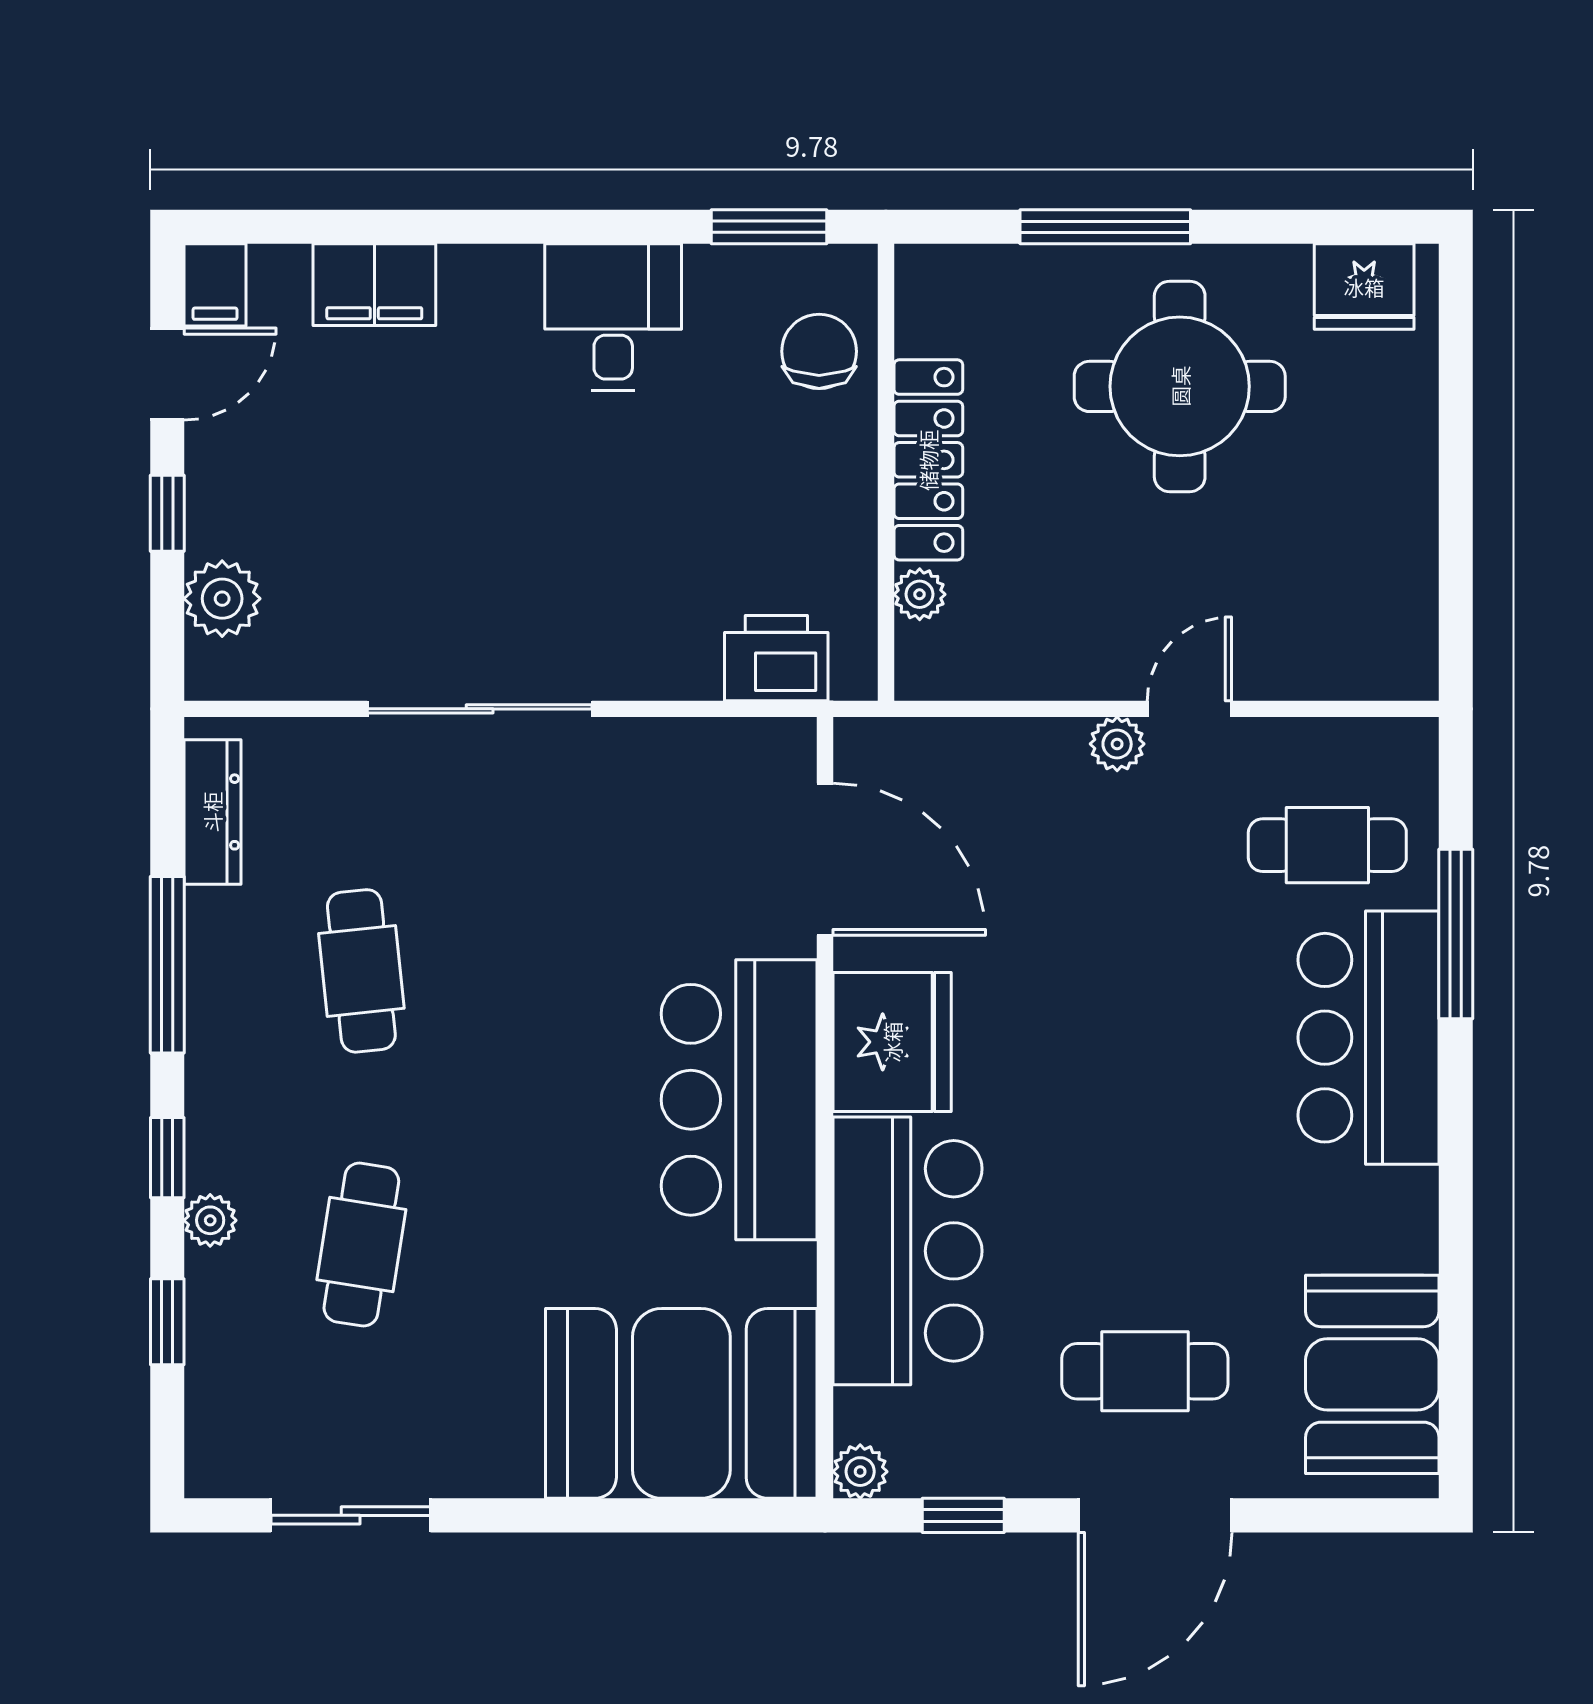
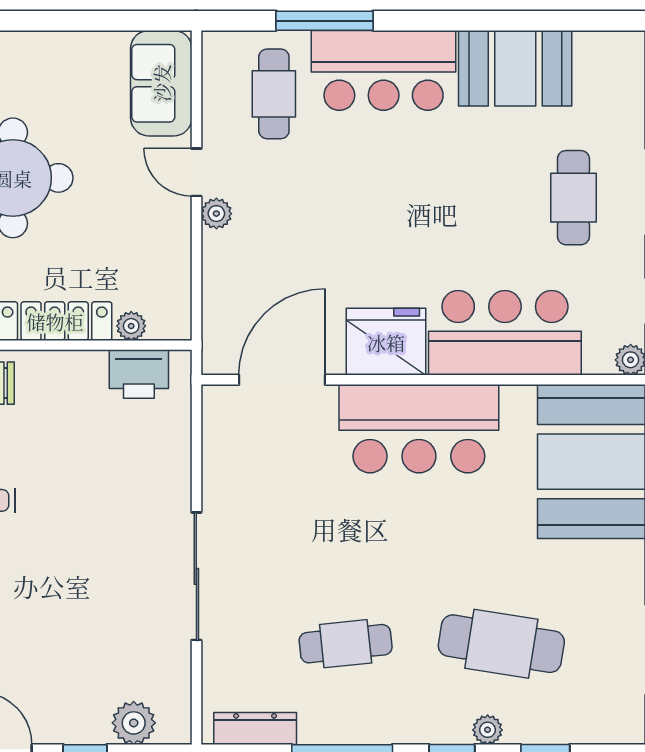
sofa: (1346, 647) -> (161, 83), added
printer: (776, 658) -> (139, 374), moved, turned -90
cafe table: (361, 1245) -> (501, 644), width x1.37, depth x1.35
booth: (1372, 1374) -> (515, 68), moved

